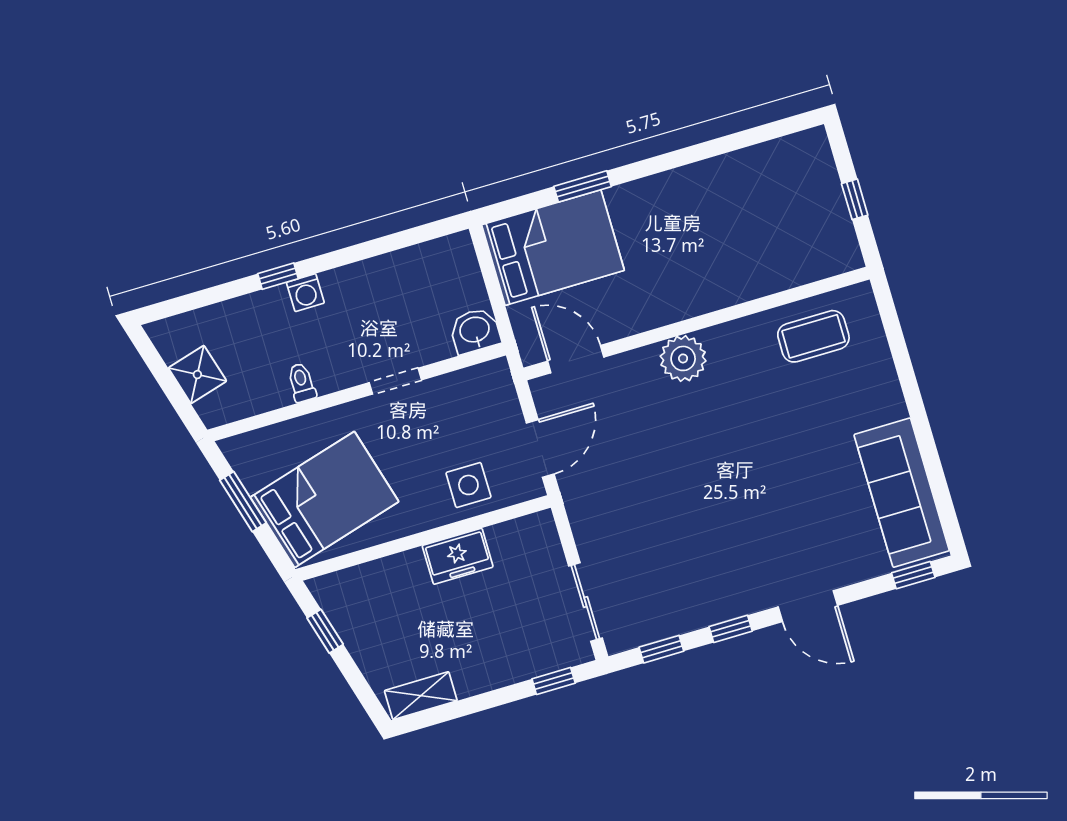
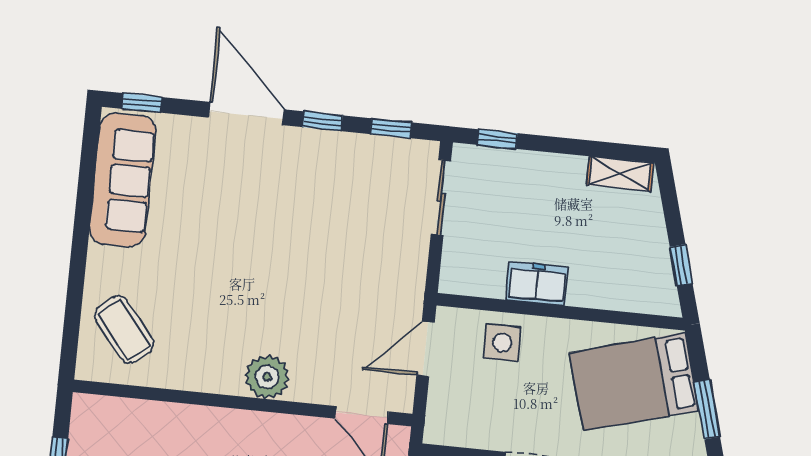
coffee table: (813, 336) -> (124, 329), moved, turned 51
door: (808, 606) -> (246, 114), width x1.36

